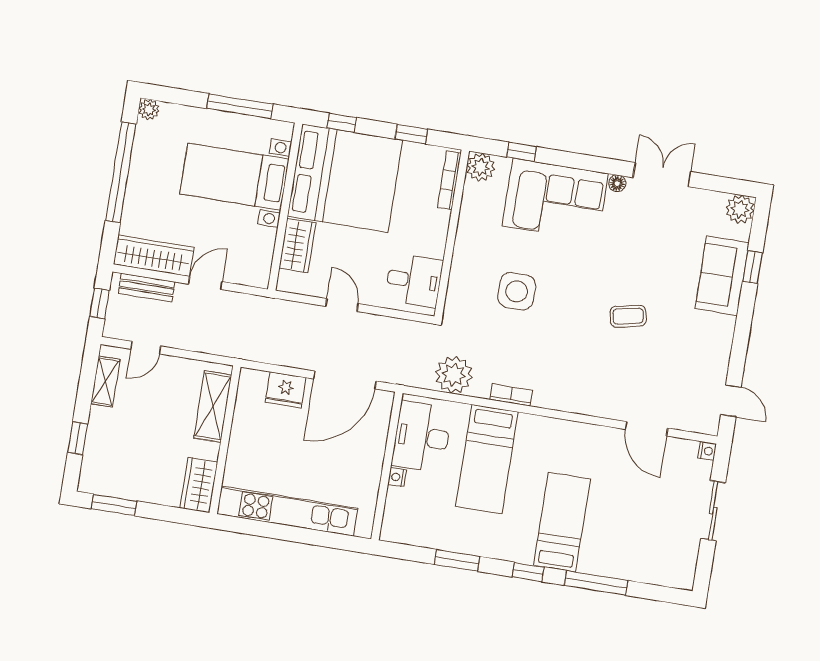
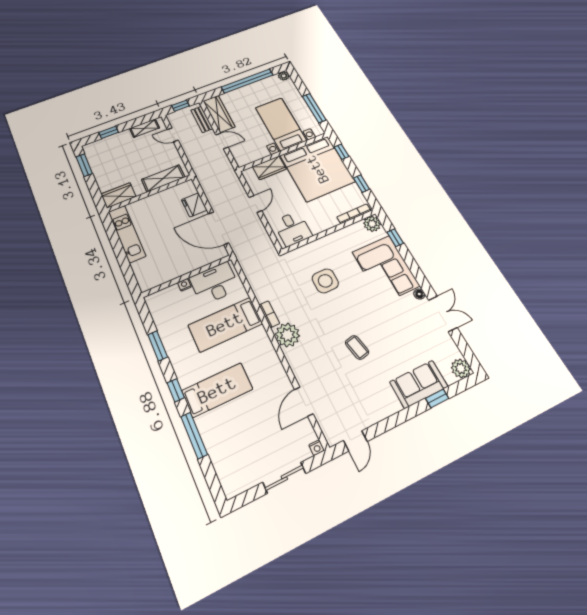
plant: (454, 375) -> (287, 335), moved
kitchen unit: (287, 511) -> (127, 234), width x0.73

